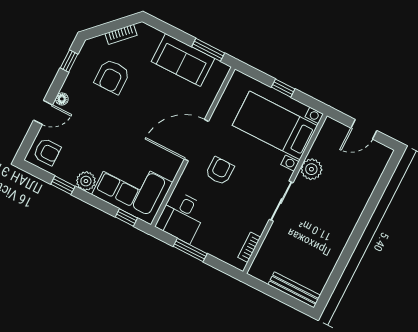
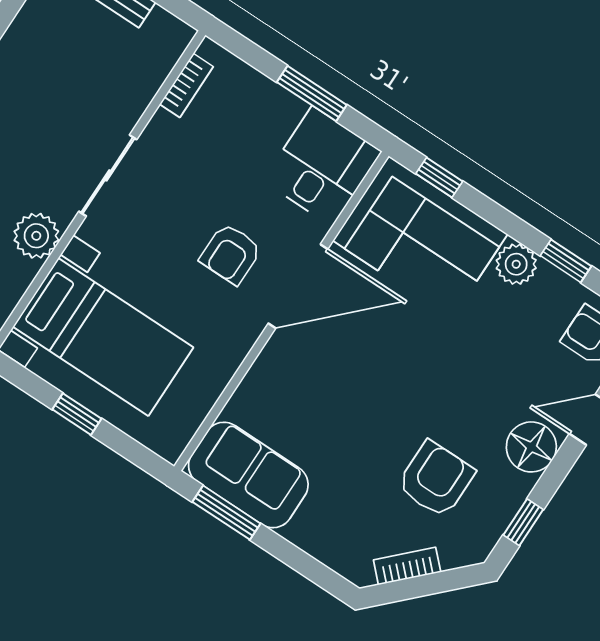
sofa: (183, 60) -> (248, 475), moved
floor lamp: (62, 99) -> (531, 447), width x1.89, depth x1.89
door: (196, 140) -> (298, 286), moved

